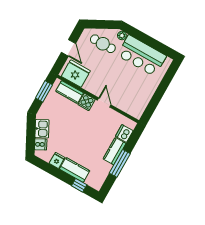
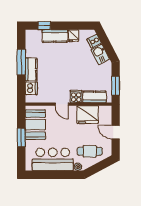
fridge: (76, 74) -> (88, 115), moved
window: (160, 93) -> (21, 138), added
booth: (140, 97) -> (35, 125), added

